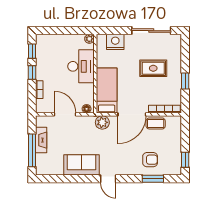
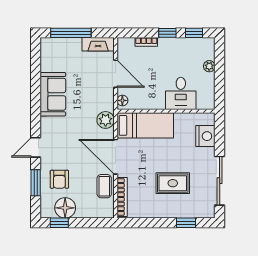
plant: (89, 39) -> (209, 66), moved
desk: (81, 66) -> (181, 93), width x0.73
rug: (153, 68) -> (173, 183), turned 90
window: (185, 81) -> (186, 223), moved
door: (65, 114) -> (116, 74), hinge flipped
fireplace: (41, 140) -> (98, 44), moved
floor lamp: (173, 155) -> (65, 208), added
door: (108, 179) -> (36, 147), moved

